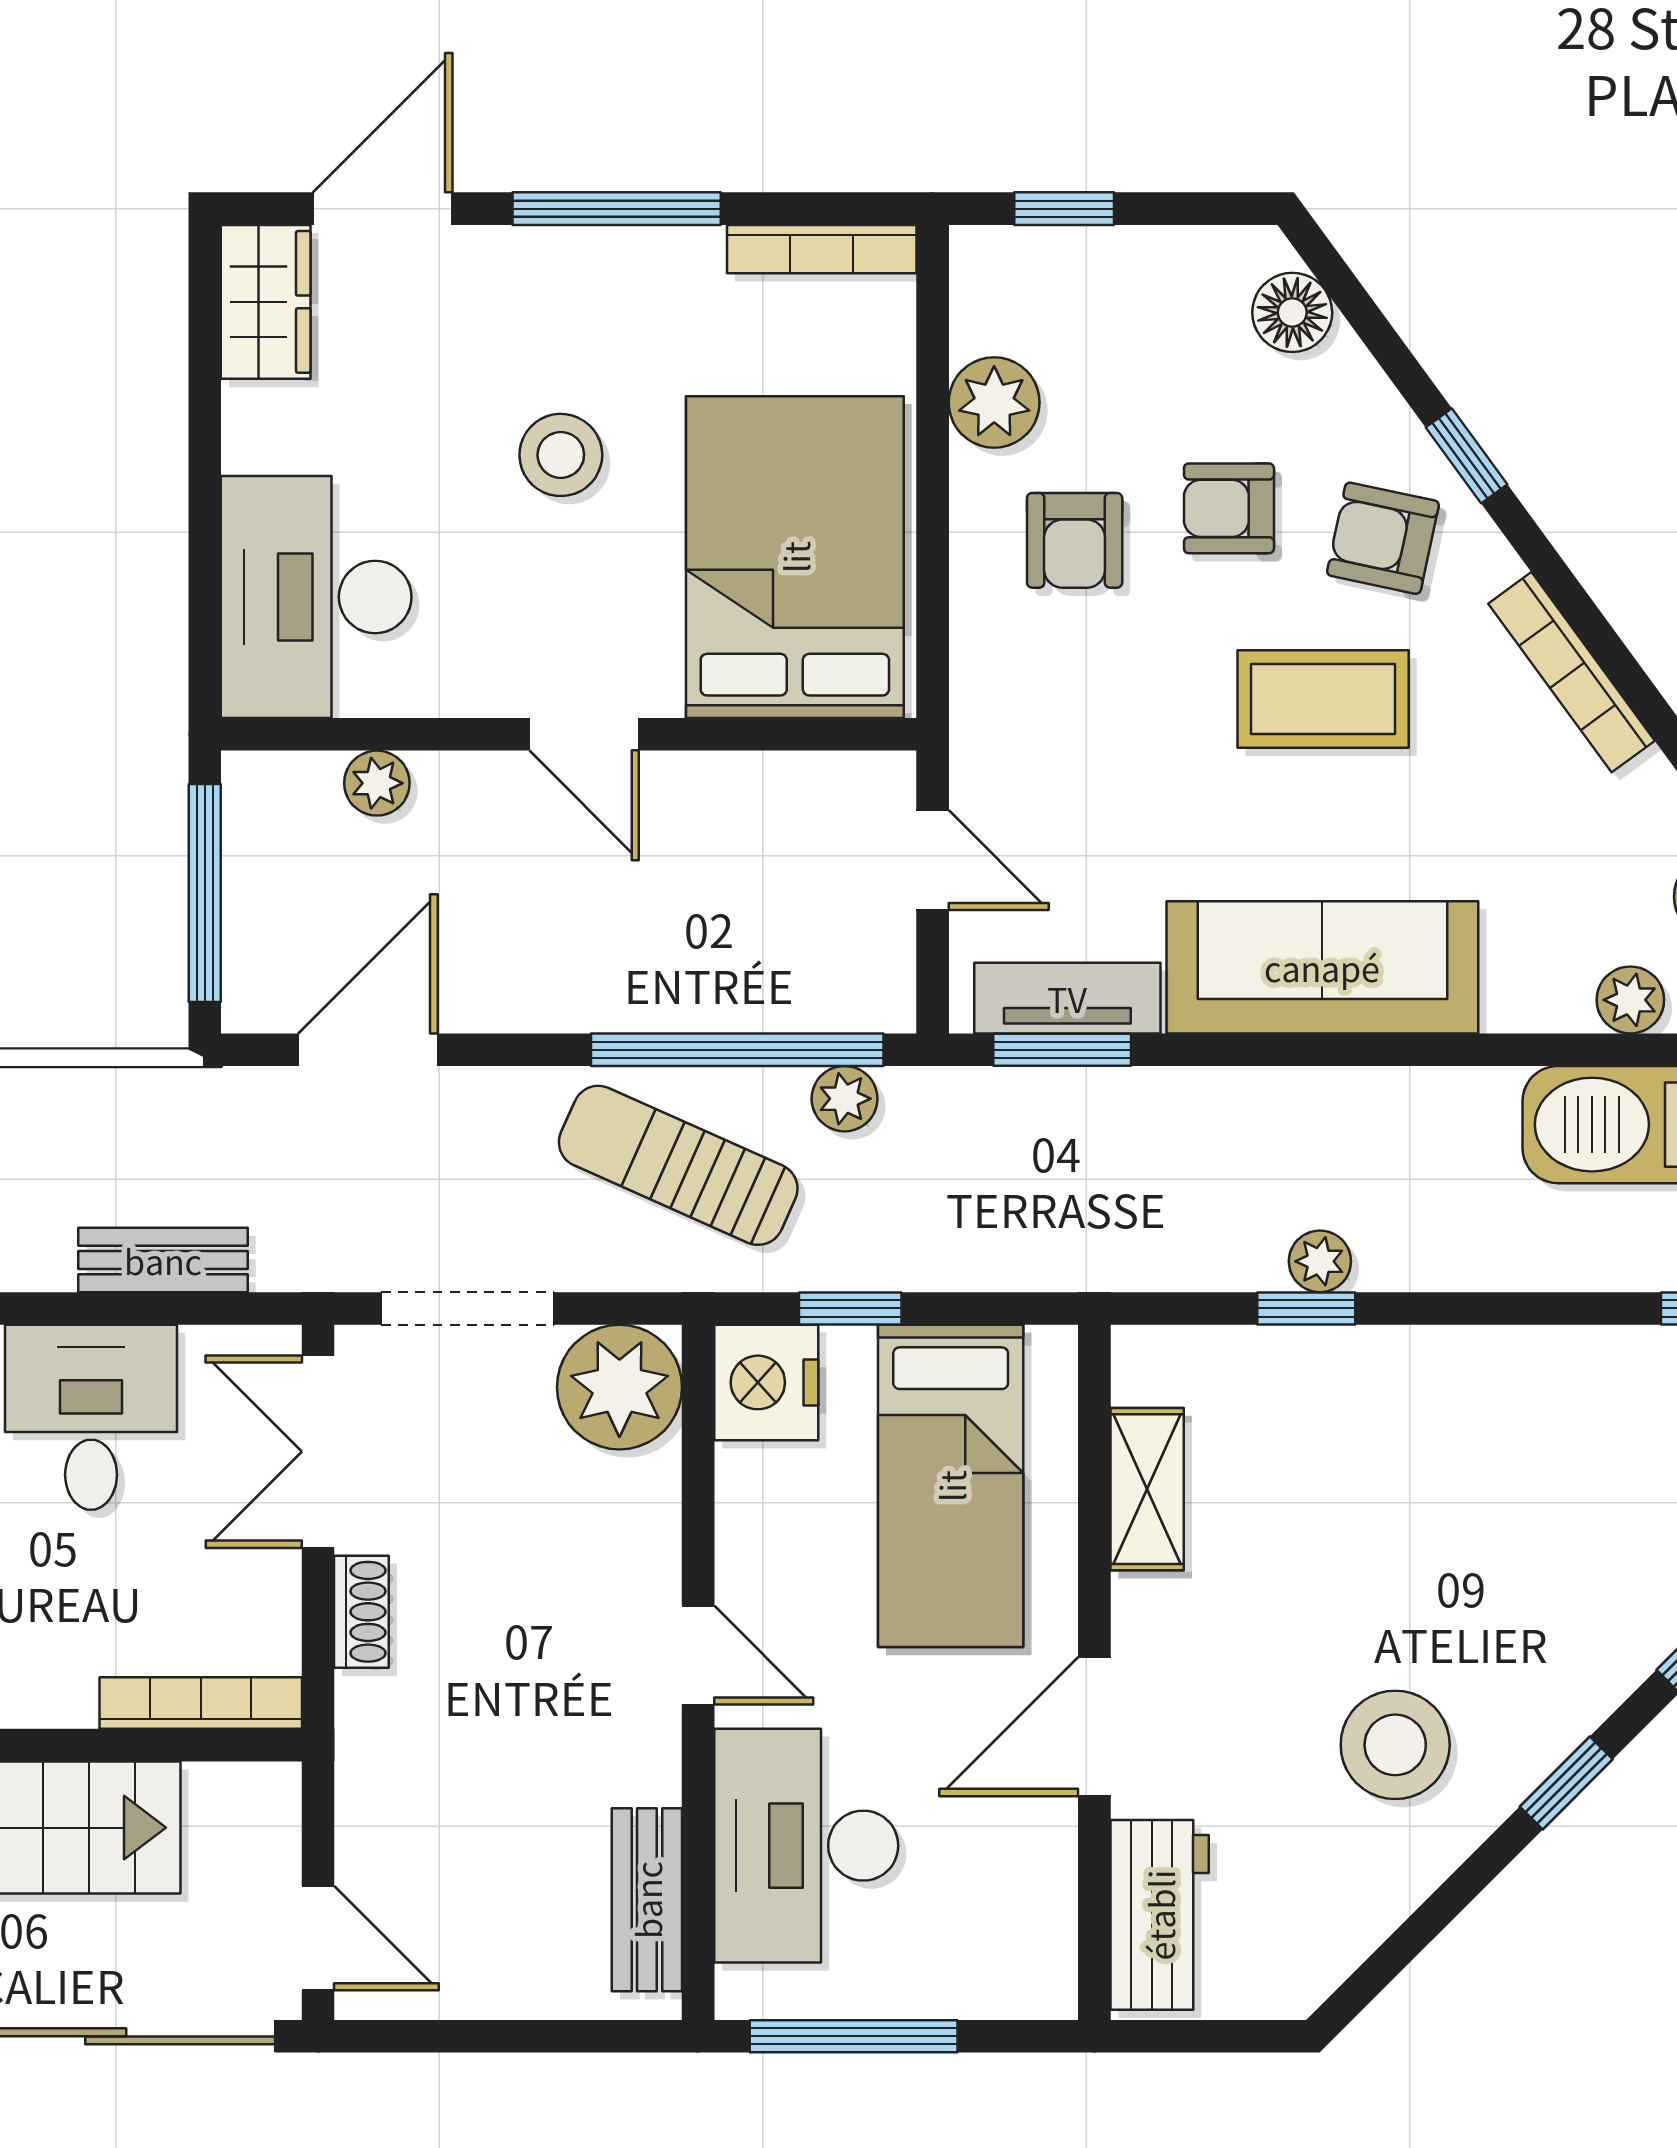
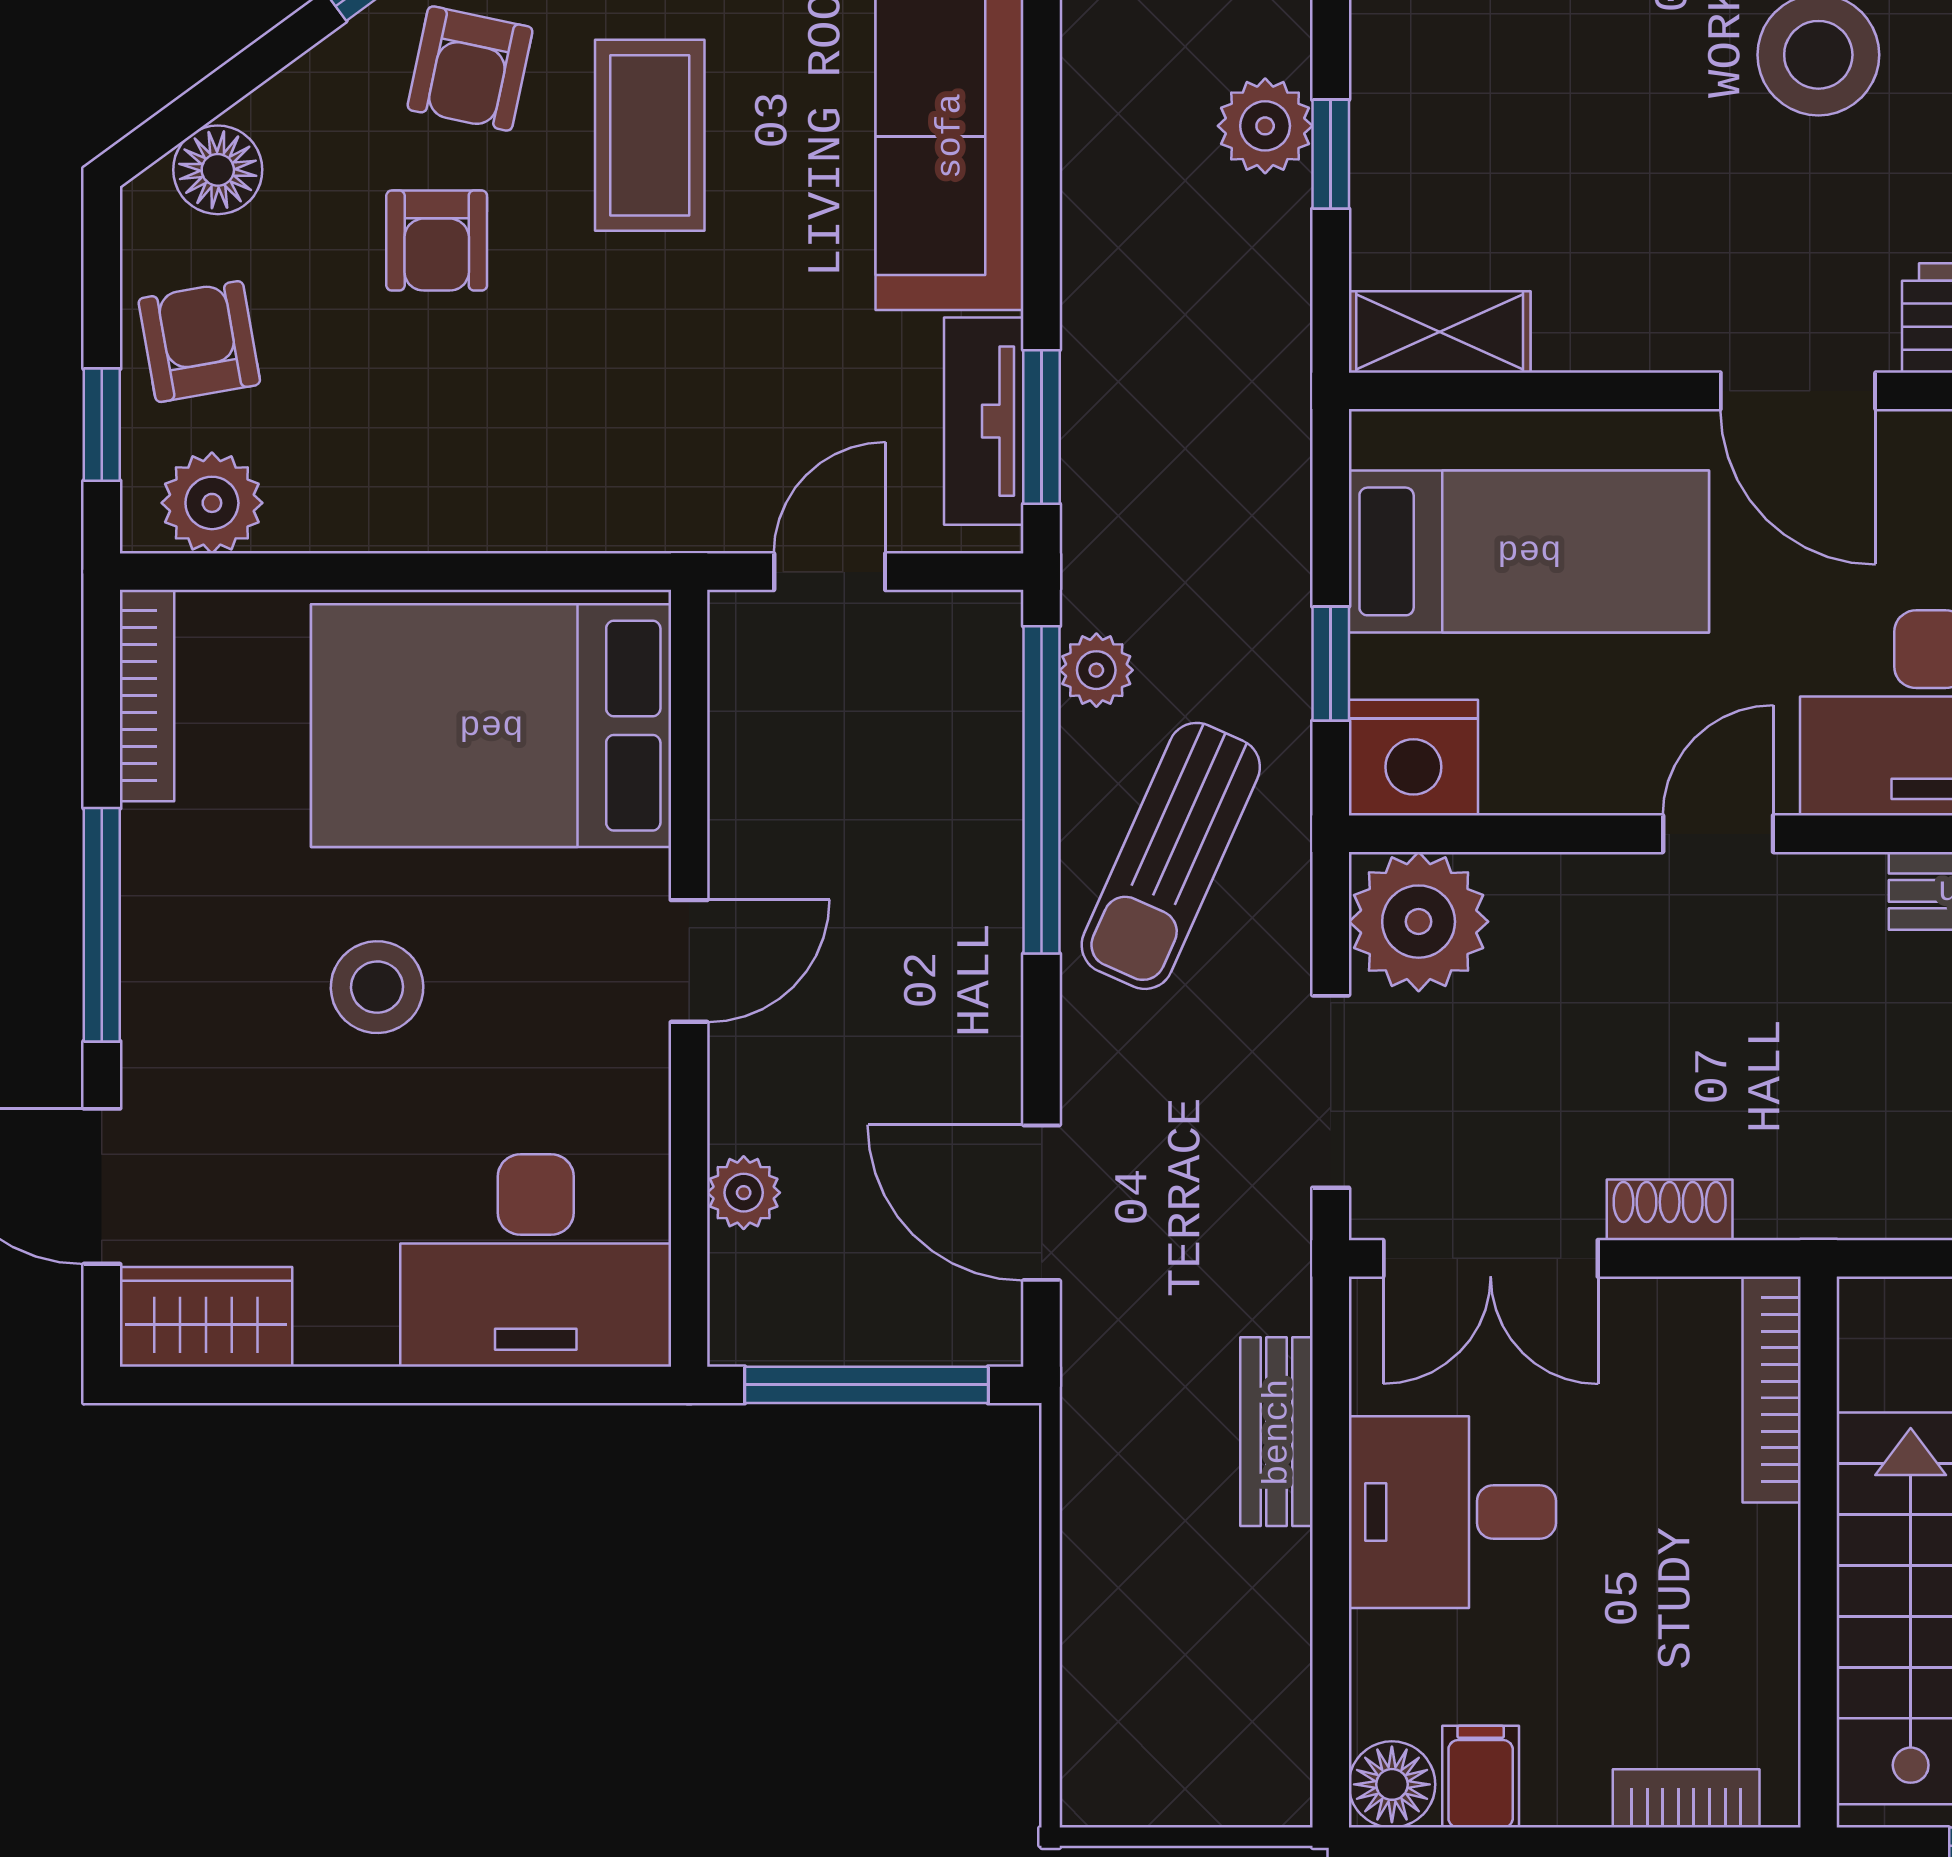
plant: (994, 402) -> (212, 503), moved
armchair: (1075, 540) -> (199, 342), moved, turned -100
plant: (1320, 1261) -> (1265, 126), width x1.38, depth x1.38
shelving: (1147, 1489) -> (1440, 332), moved

